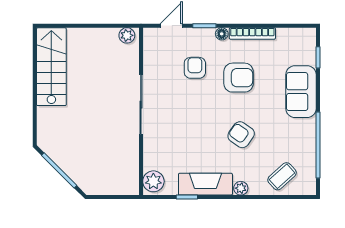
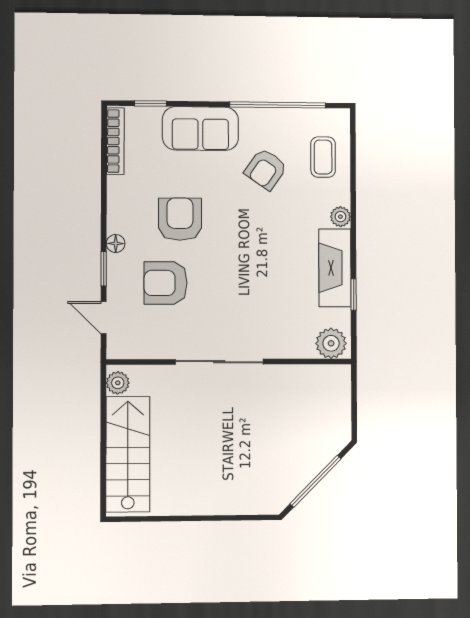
bookcase: (252, 33) -> (115, 141), moved
stairs: (51, 67) -> (128, 454), moved, turned 90
armchair: (195, 68) -> (166, 283), width x1.38, depth x1.38
armchair: (241, 135) -> (266, 169), moved
coffee table: (282, 176) -> (323, 157), turned 42

